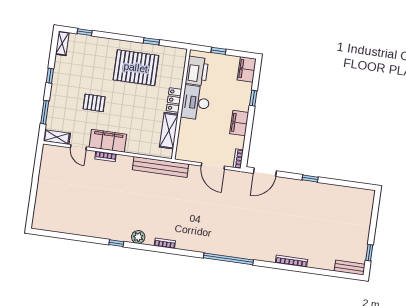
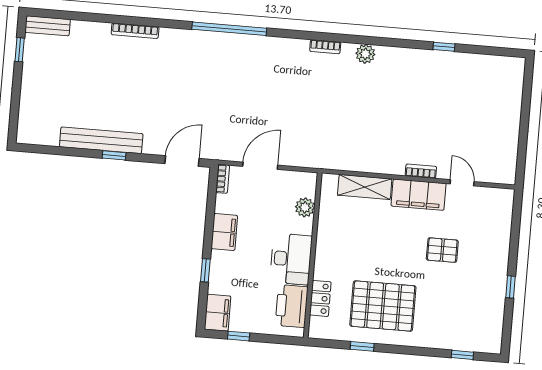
shelving: (62, 43) -> (495, 336), removed
window: (219, 51) -> (239, 336), moved
locker: (174, 100) -> (320, 298), moved
window: (45, 112) -> (515, 232), removed
shelving: (169, 131) -> (365, 187), moved, turned 90
shelving: (57, 137) -> (495, 196), removed
plant: (184, 137) -> (305, 207), added
door: (213, 166) -> (260, 166), hinge flipped
bench: (161, 167) -> (101, 140), moved
window: (116, 243) -> (444, 47), moved

